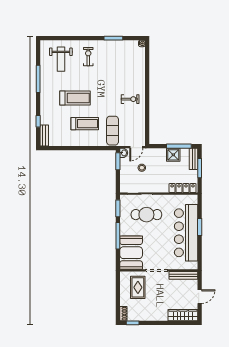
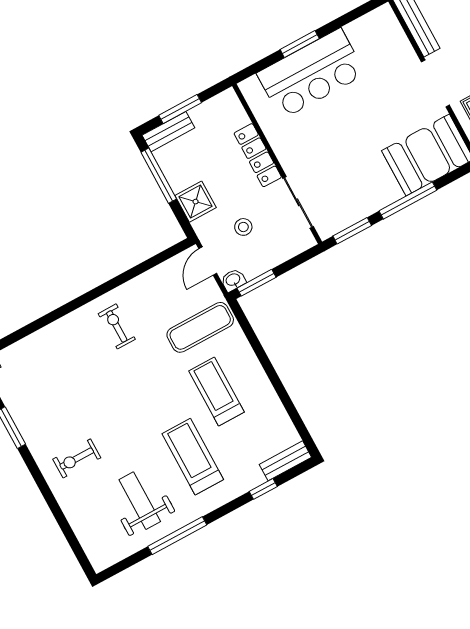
weight bench: (61, 59) -> (140, 501), moved, turned -90
treadmill: (75, 98) -> (193, 457), moved
door: (136, 147) -> (208, 261), swing flipped
shower: (173, 155) -> (196, 202), moved
locker: (183, 188) -> (258, 155), moved
cafe table: (146, 215) -> (333, 166), removed
bar counter: (186, 233) -> (311, 74), width x0.73

